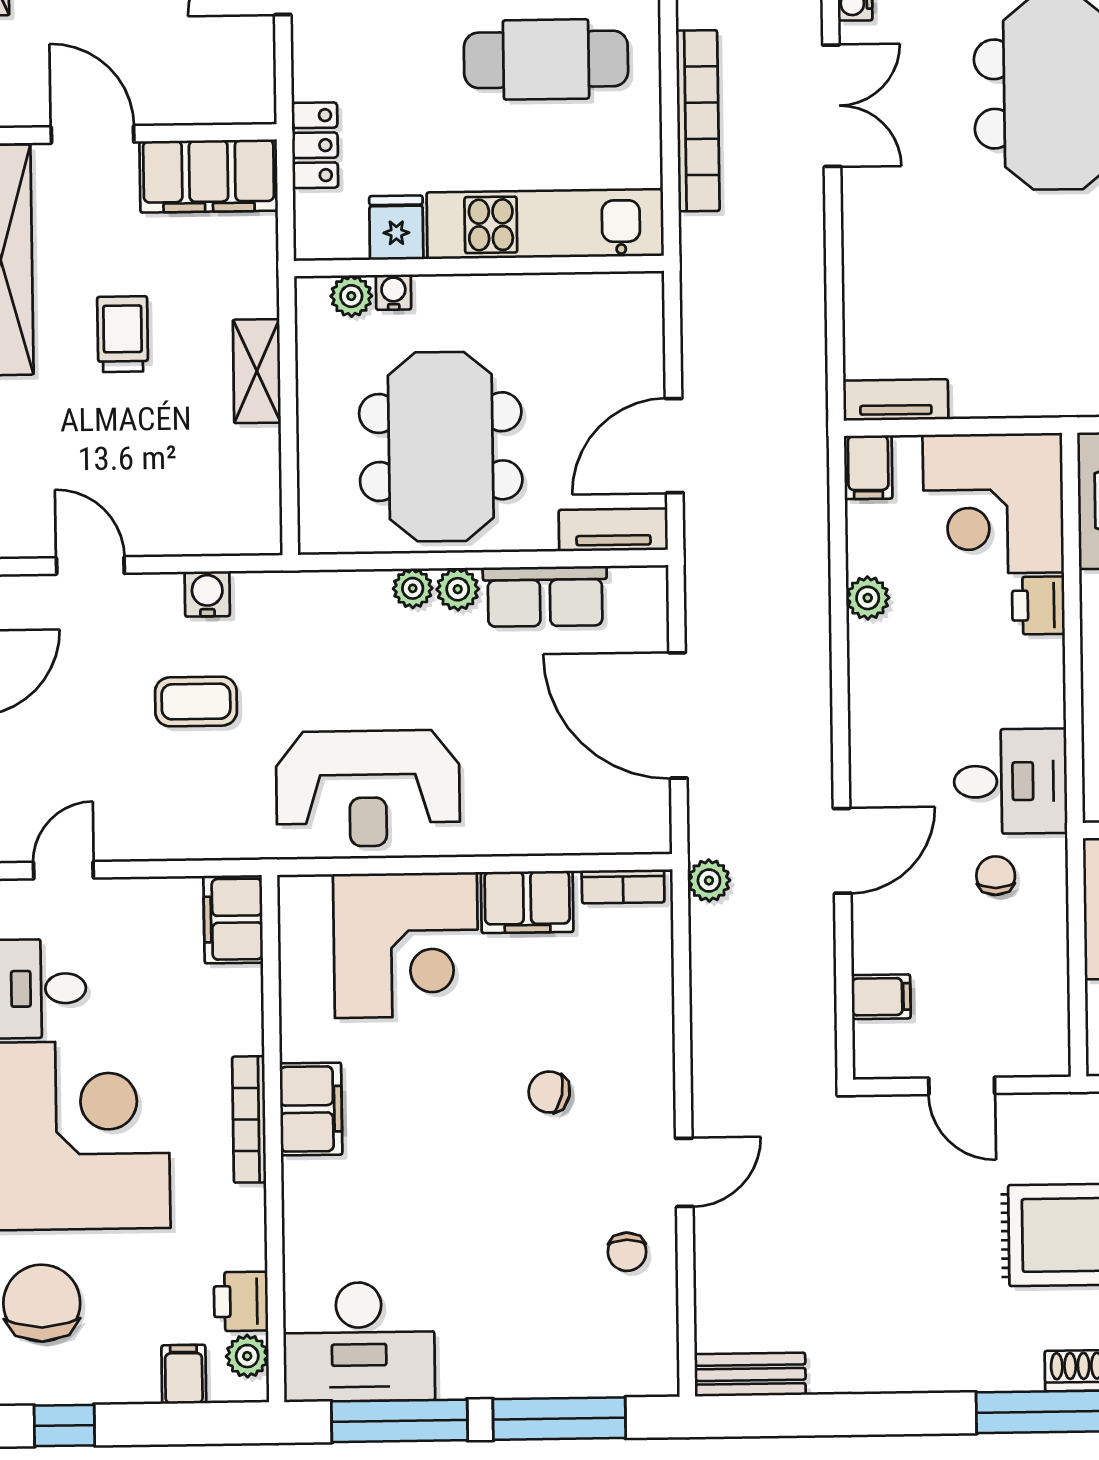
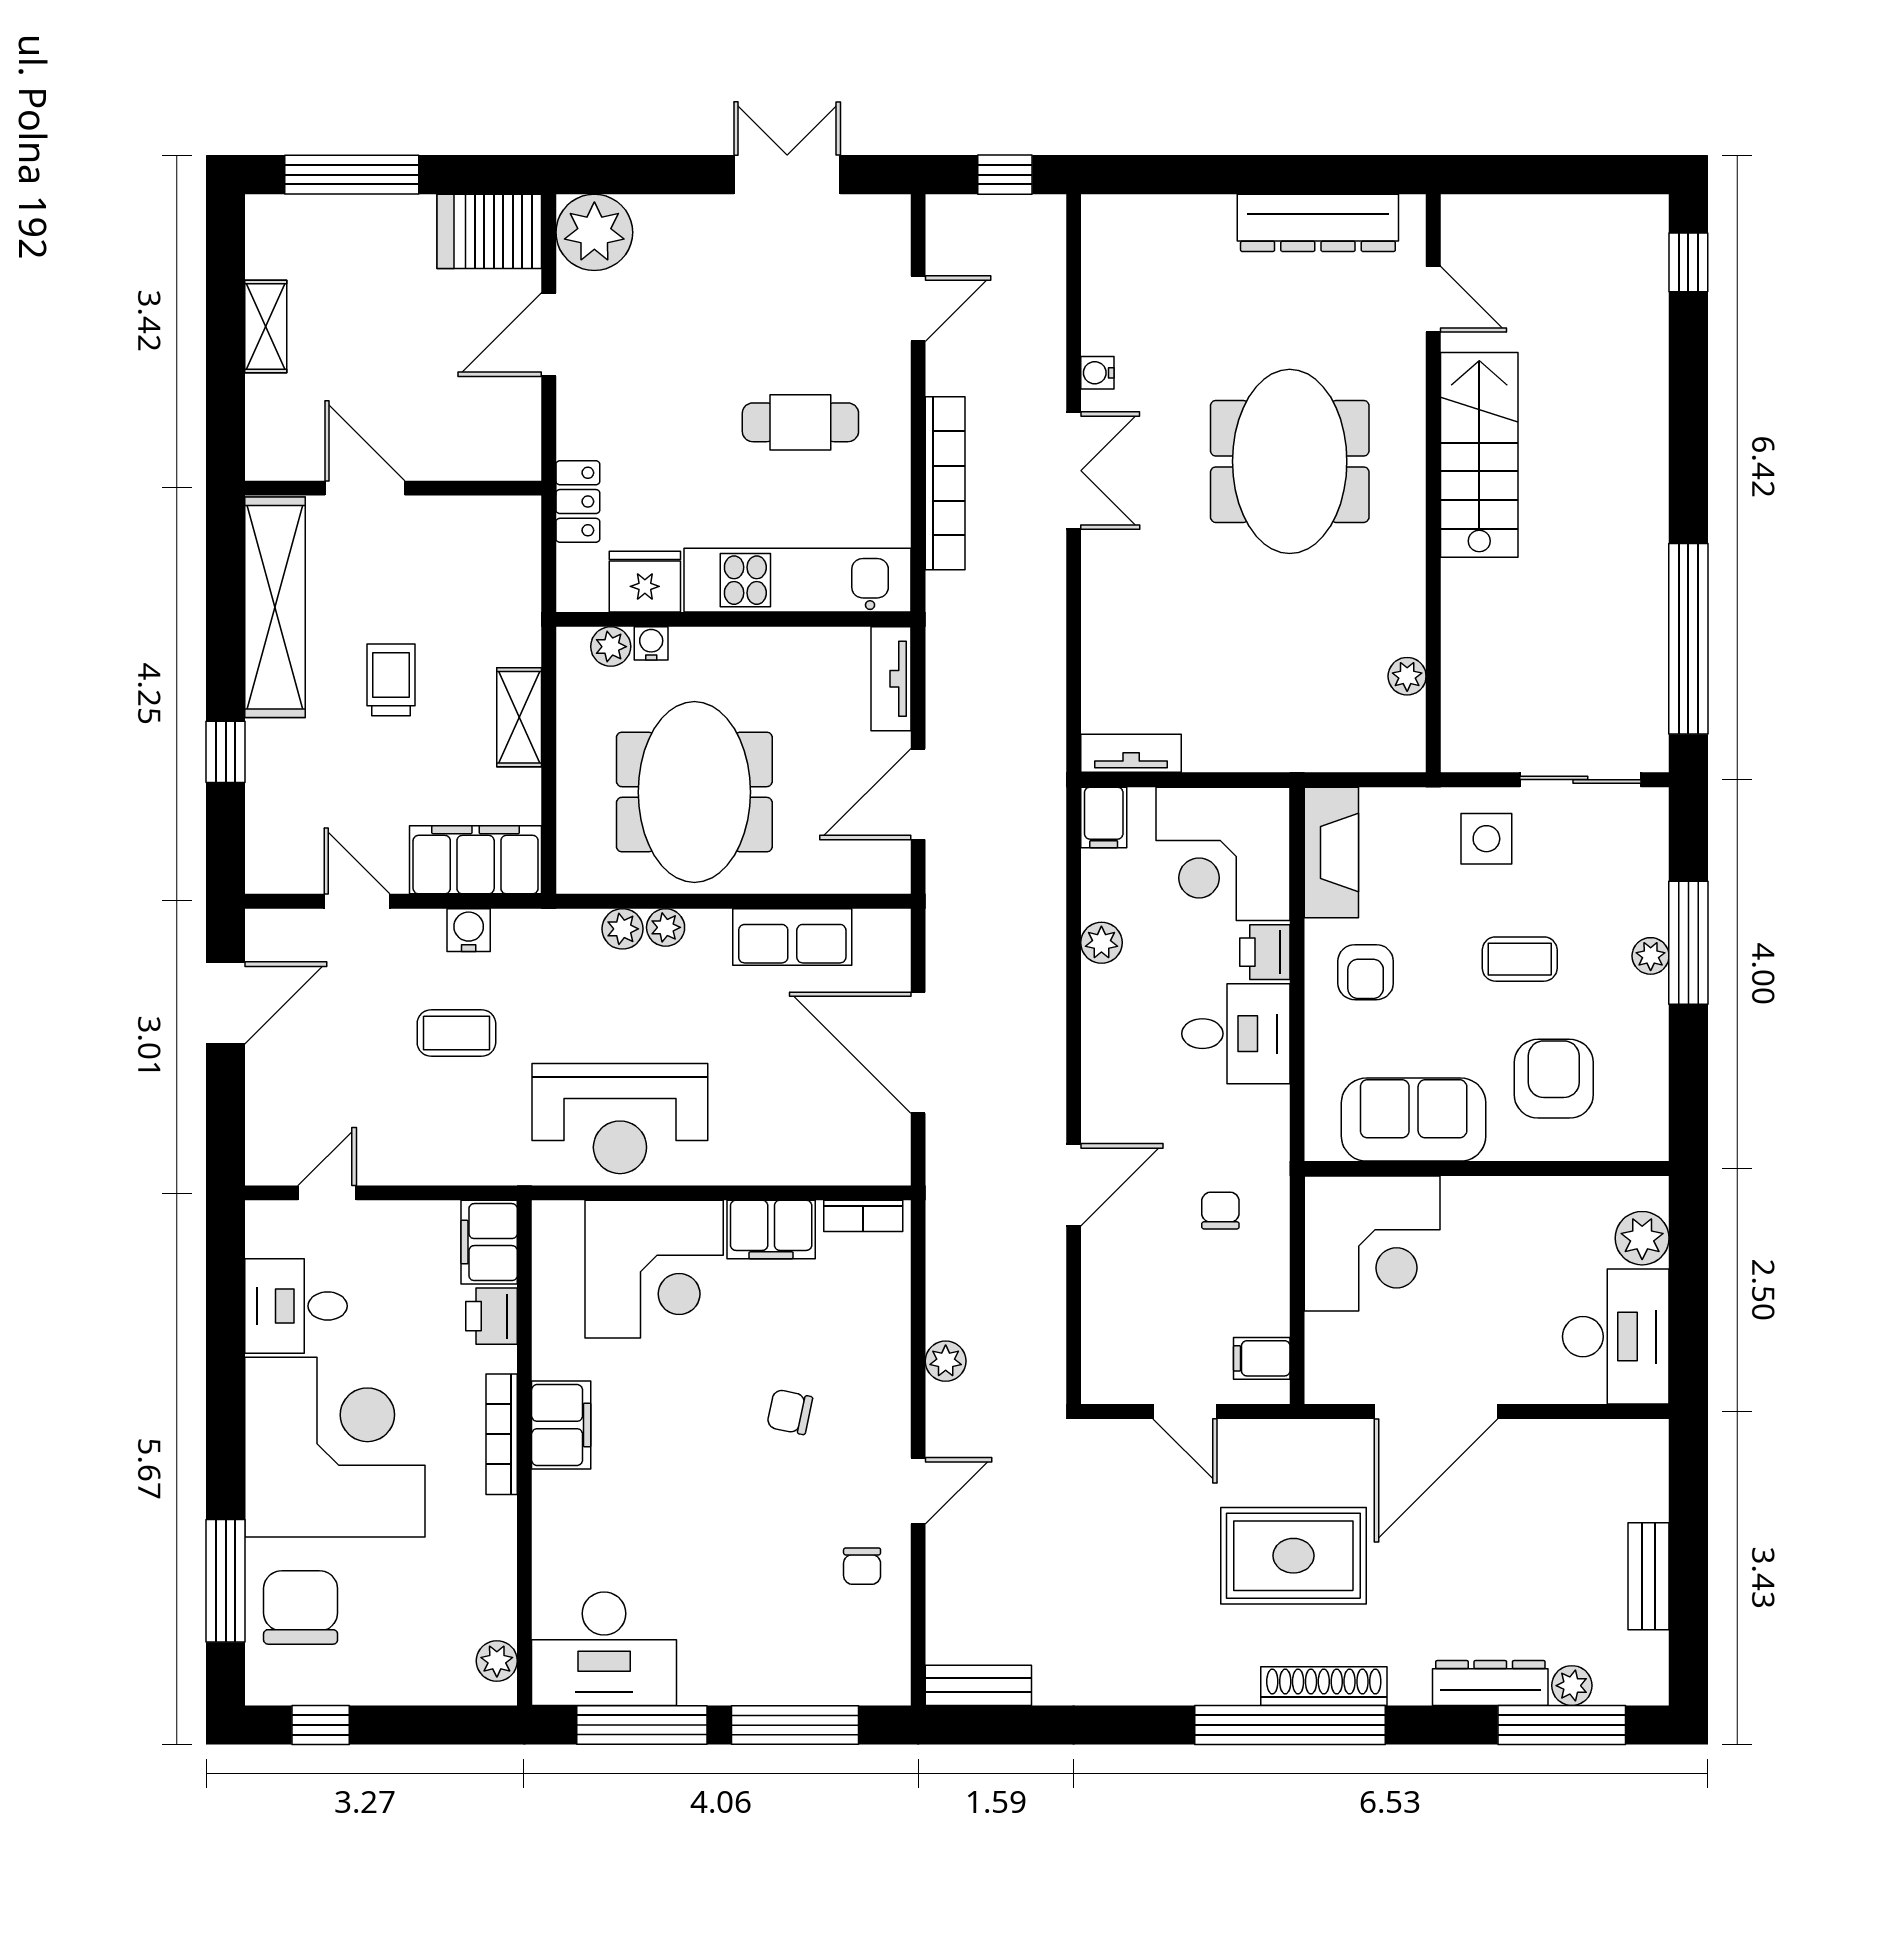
cafe table: (546, 59) -> (800, 422), width x0.73, depth x0.74
filing cabinet: (209, 176) -> (476, 860), moved, turned 180
fridge: (396, 228) -> (645, 582), width x1.38
tv unit: (613, 530) -> (891, 679), moved, turned -90
plant: (458, 589) -> (622, 929), moved
desk: (1010, 781) -> (1236, 1034), moved
plant: (709, 881) -> (946, 1361), moved
filing cabinet: (881, 997) -> (1262, 1358), moved, turned 180
printer: (241, 1301) -> (491, 1316), moved
filing cabinet: (184, 1374) -> (436, 1678), removed

